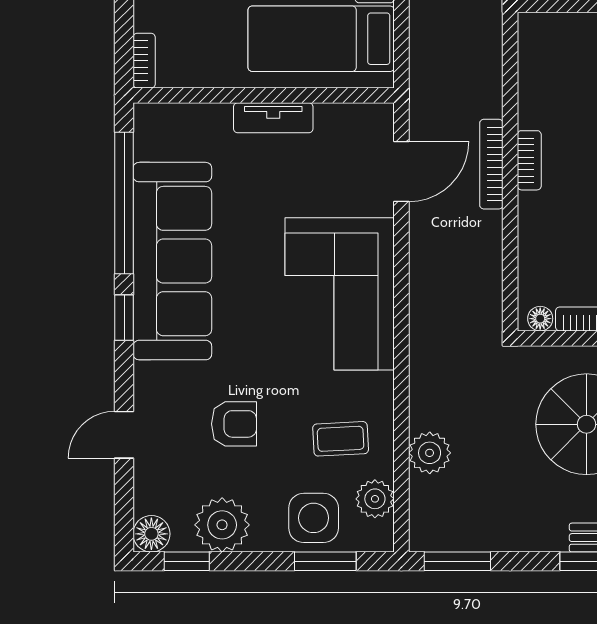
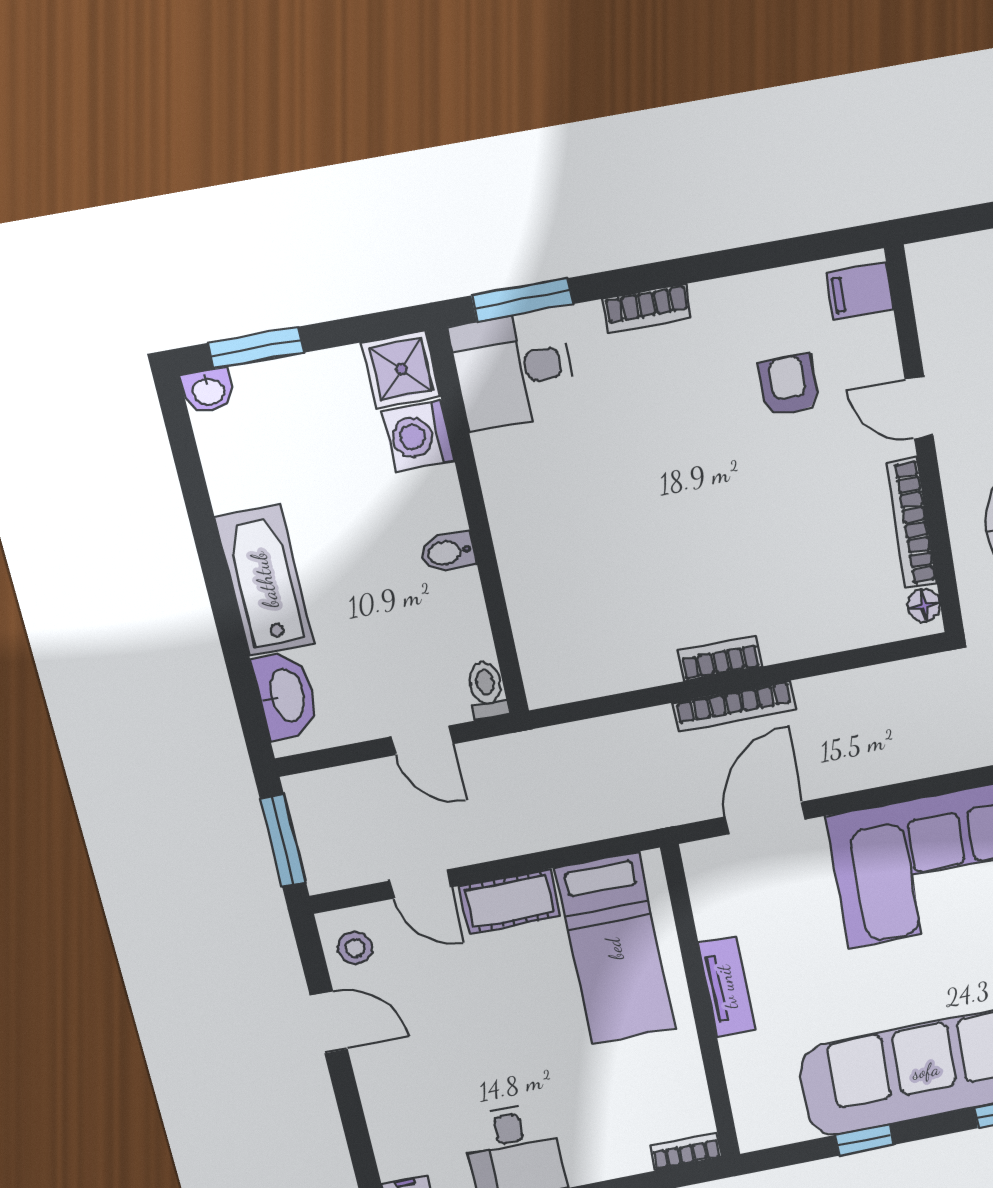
door: (401, 172) -> (765, 818), hinge flipped
window: (124, 203) -> (865, 1140), width x0.32

